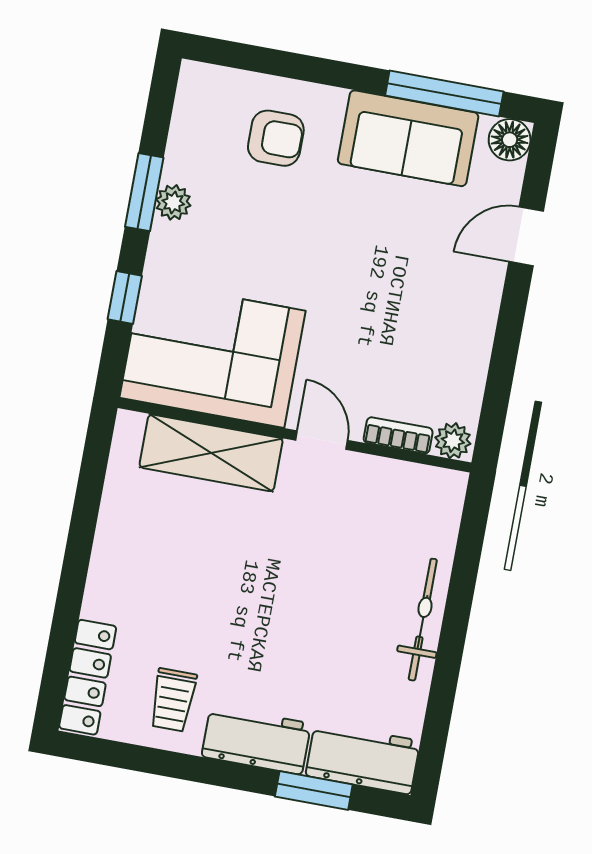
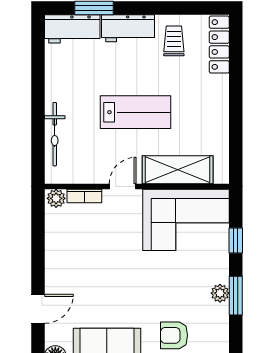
door: (322, 440) -> (123, 186), swing flipped
lab bench: (271, 577) -> (135, 112), added
bicycle: (423, 620) -> (55, 134), moved

